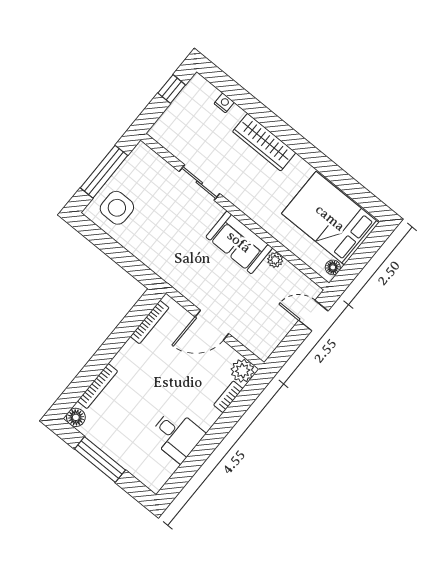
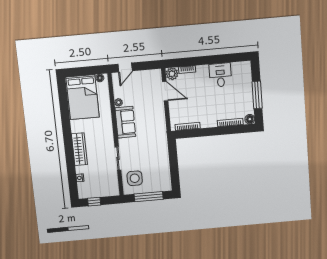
side table: (117, 208) -> (135, 178), moved
door: (313, 316) -> (125, 67), hinge flipped
door: (212, 325) -> (165, 91), moved

